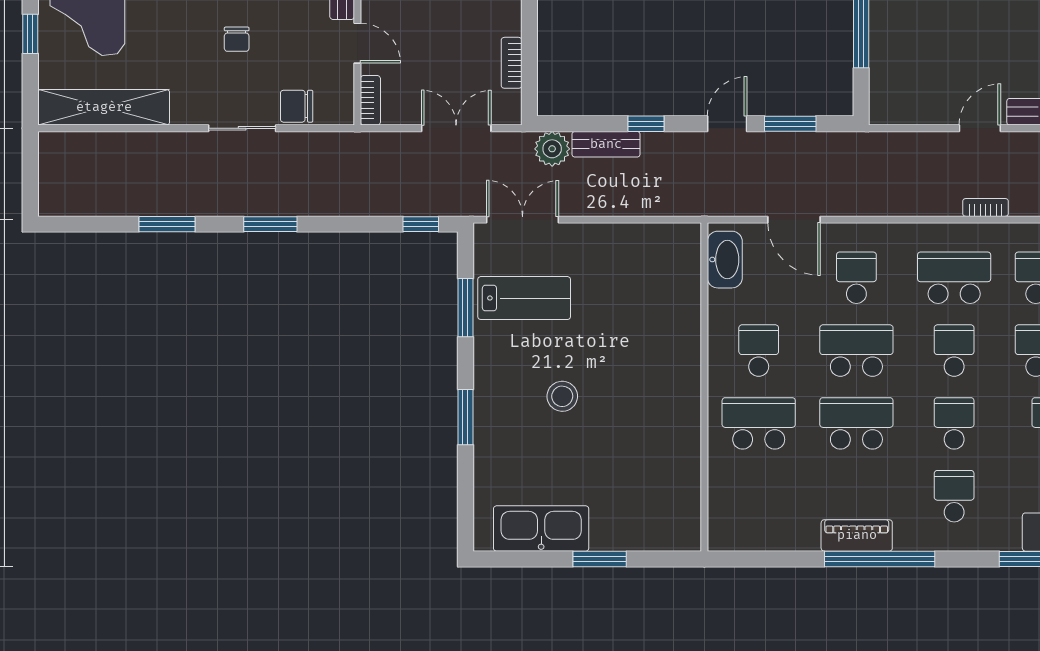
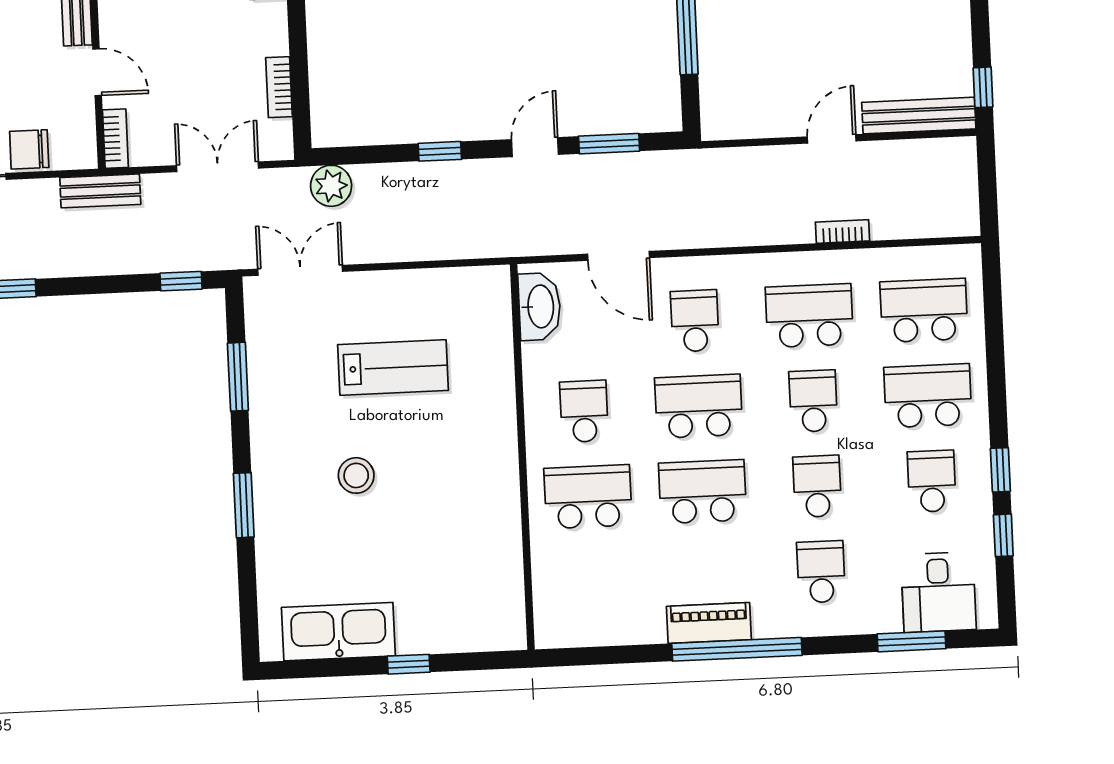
bench: (606, 144) -> (100, 191), moved
lab bench: (524, 298) -> (393, 368), moved
window: (600, 559) -> (409, 664), width x0.67

